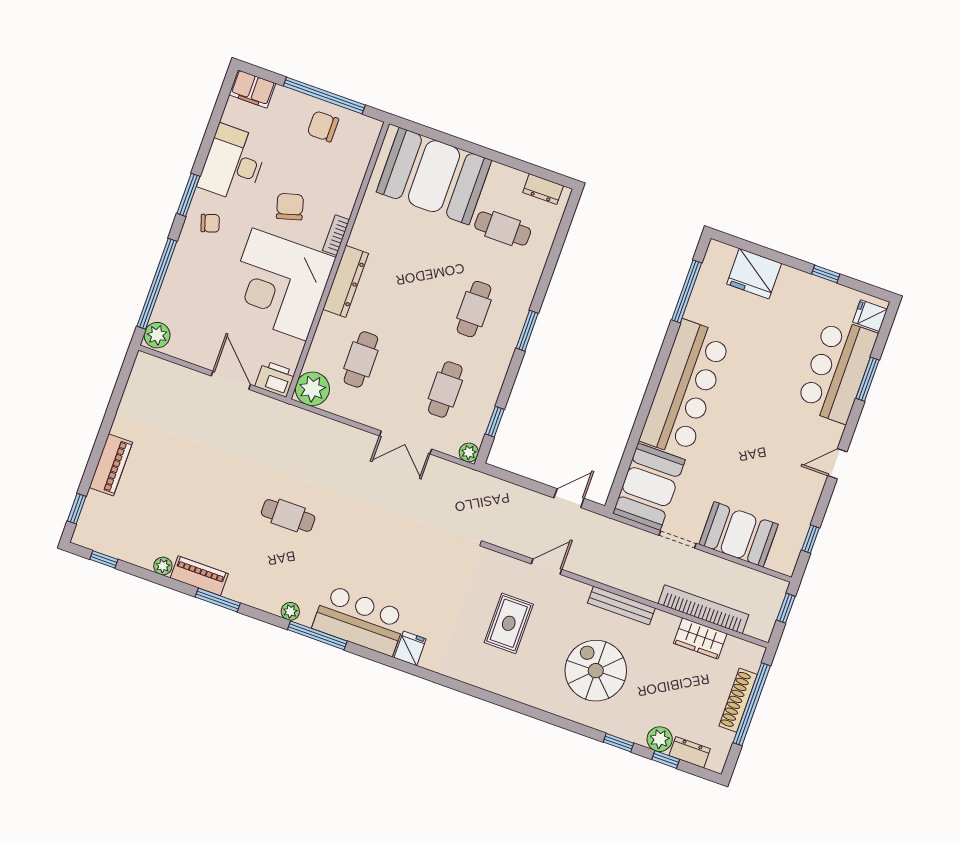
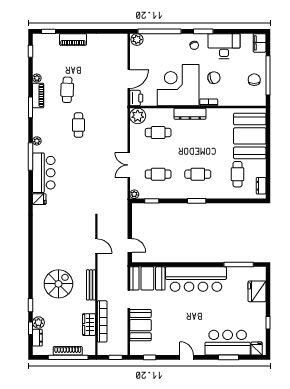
cafe table: (209, 513) -> (67, 90), added
rug: (509, 623) -> (66, 238), removed

